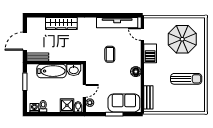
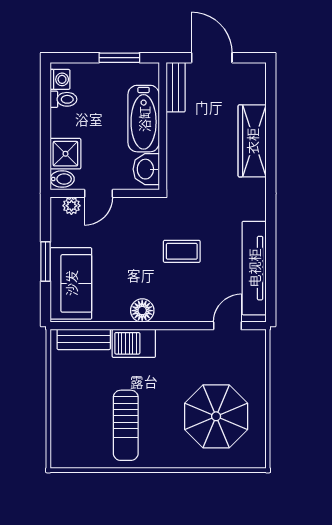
barbecue: (150, 53) -> (134, 343), moved
door: (84, 91) -> (98, 193), hinge flipped

